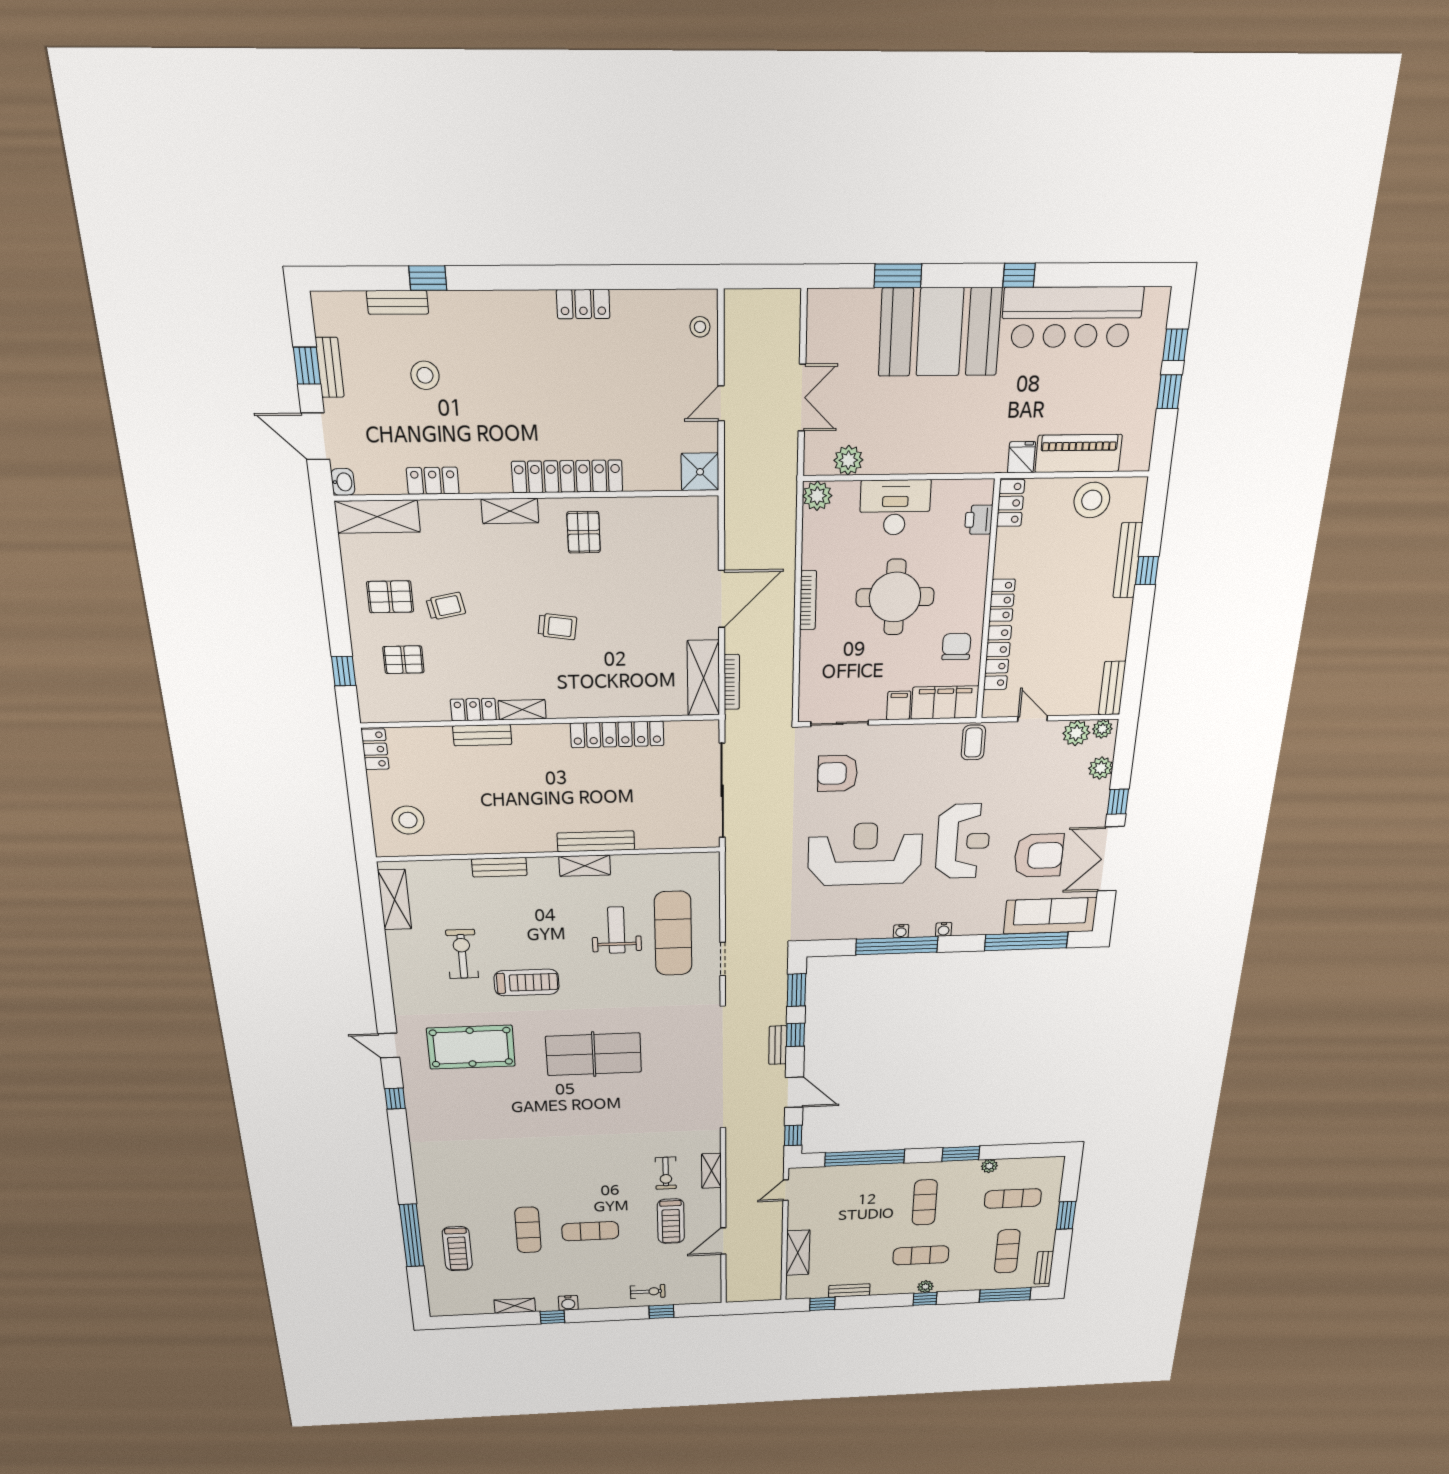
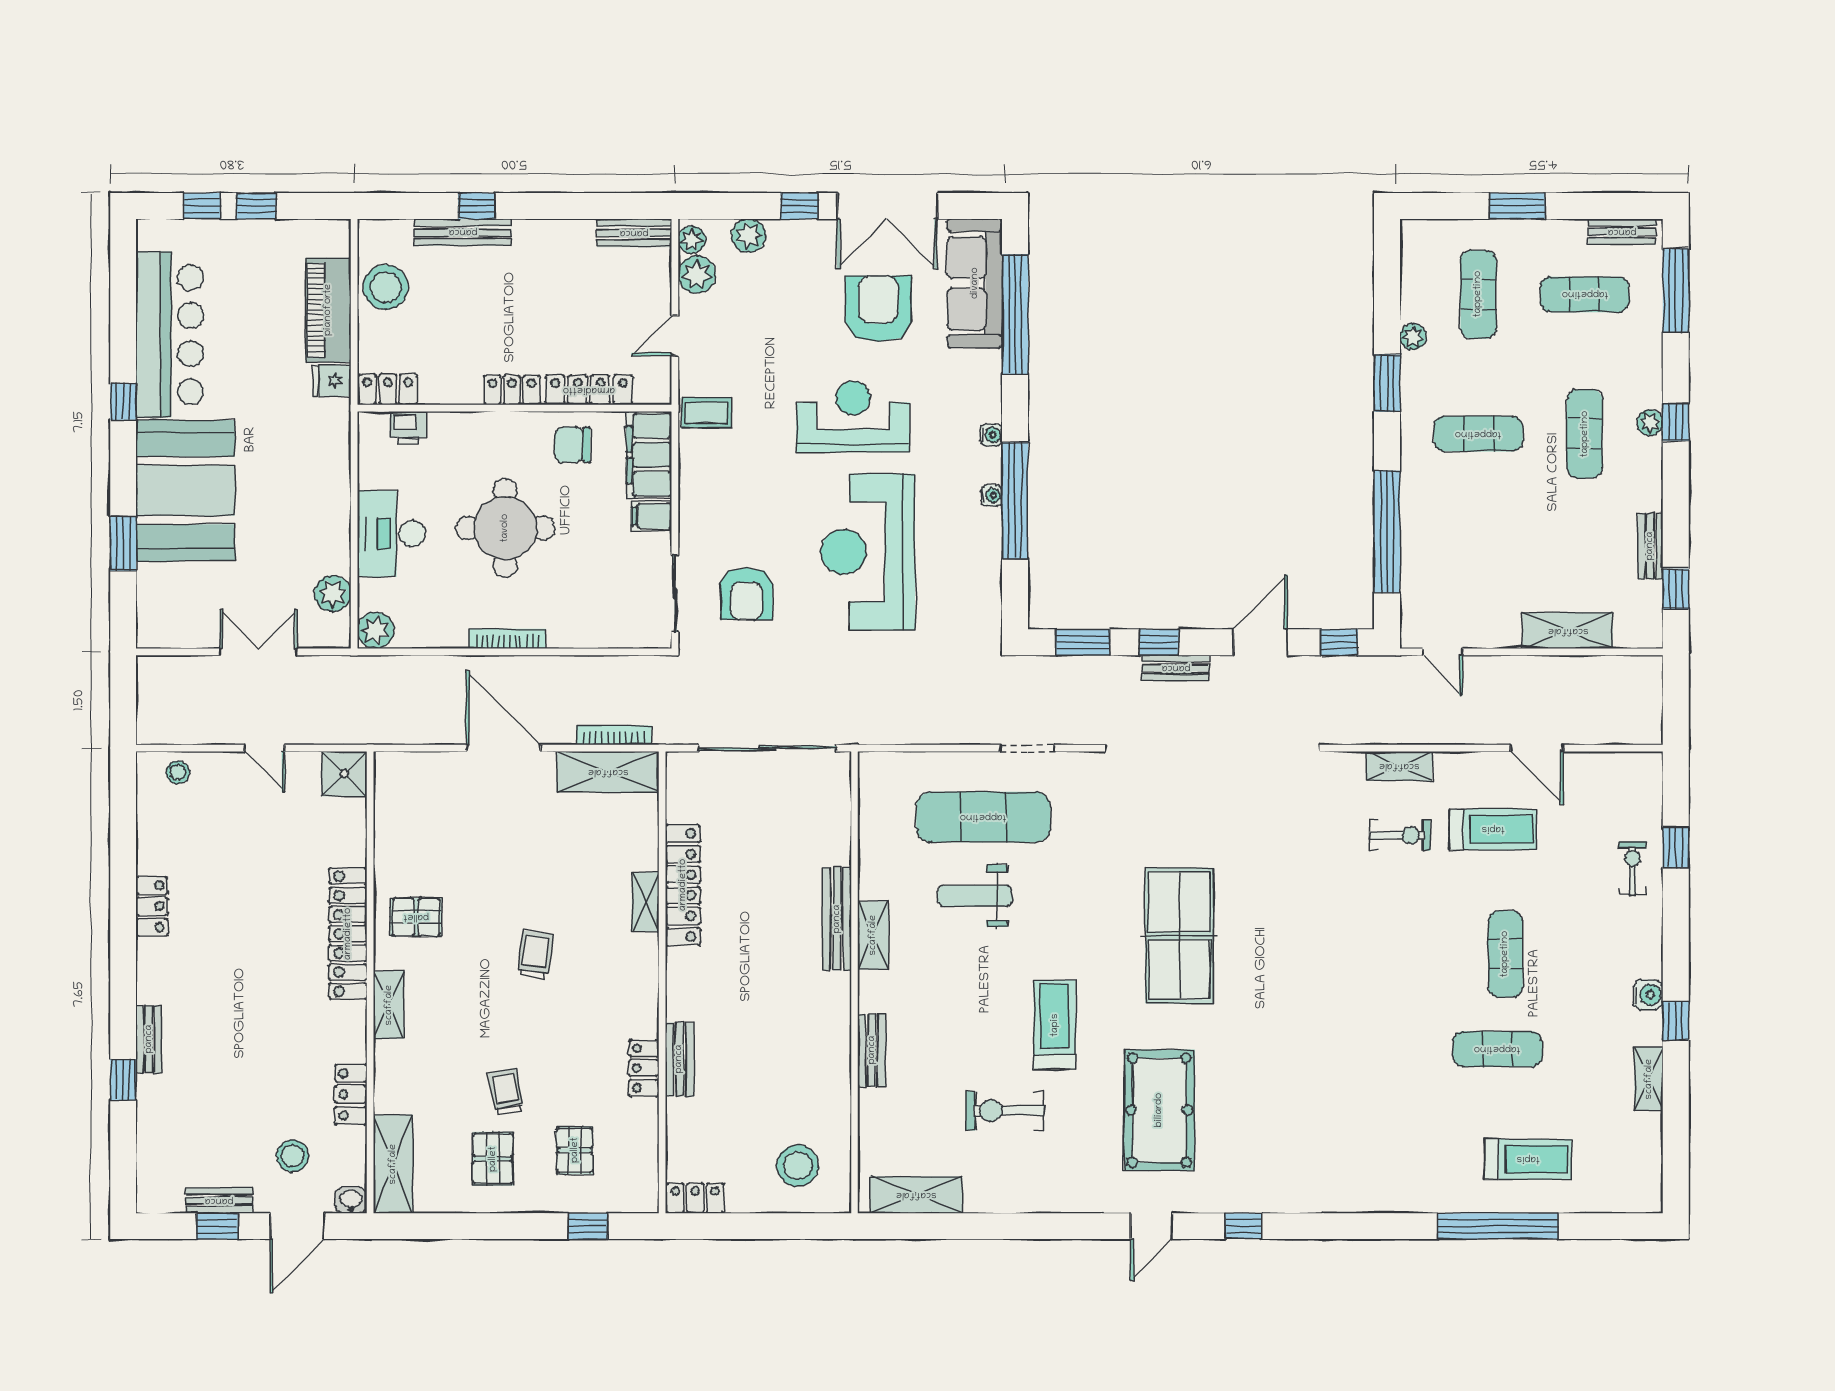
bench: (398, 302) -> (149, 1039), moved
stool: (425, 375) -> (293, 1156), moved
shelving: (522, 710) -> (645, 902), moved

